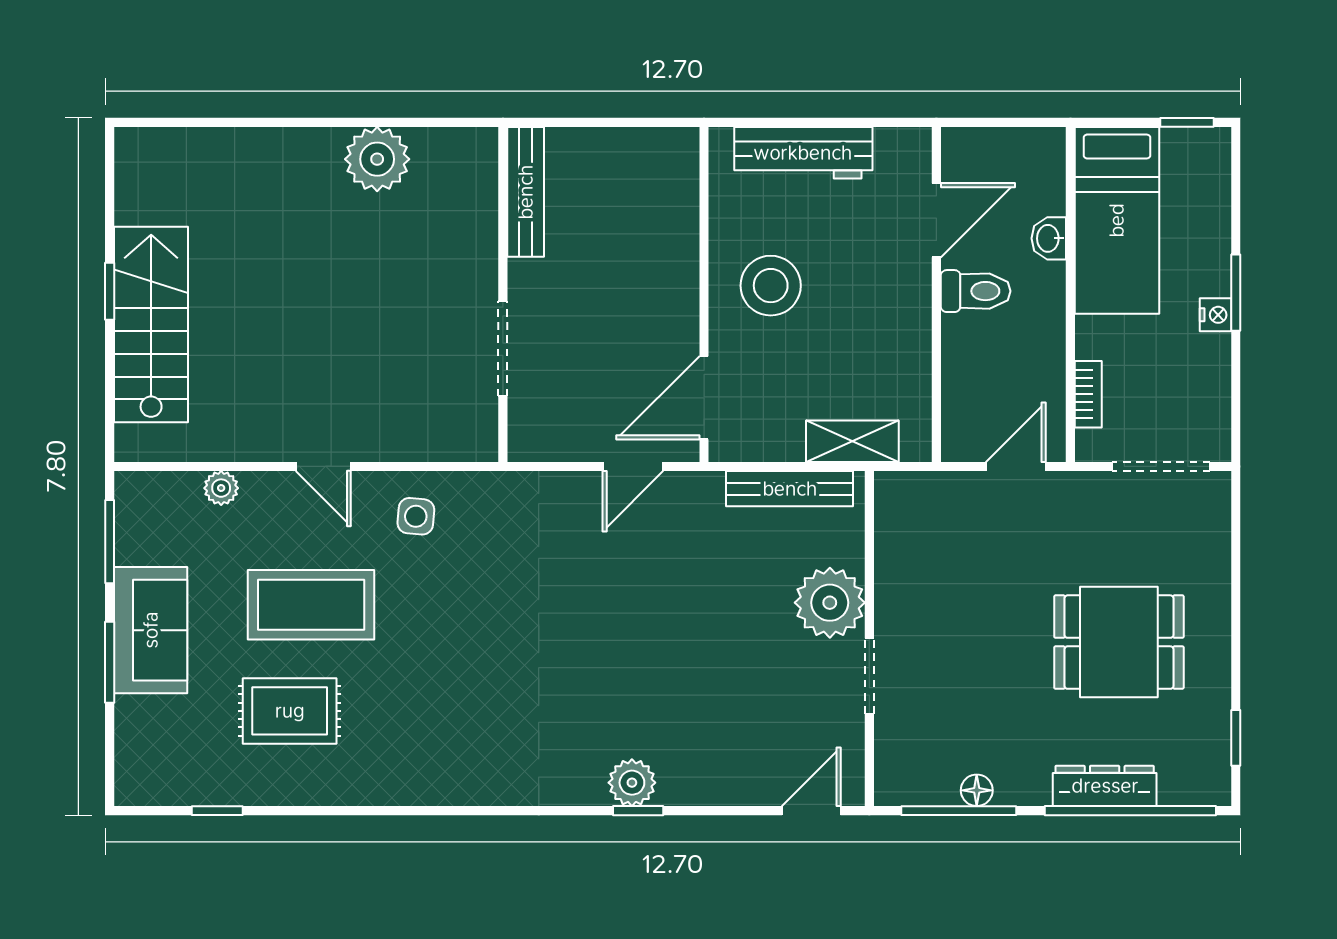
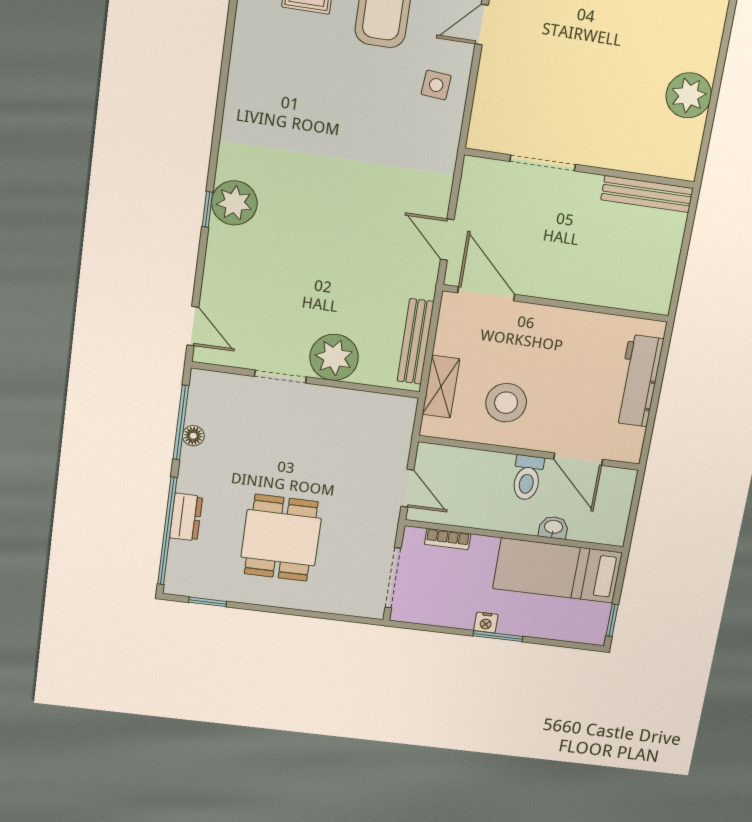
stool: (771, 286) -> (506, 403), moved
plant: (632, 783) -> (234, 203), width x1.36, depth x1.36
dresser: (1105, 786) -> (186, 517), width x0.70

